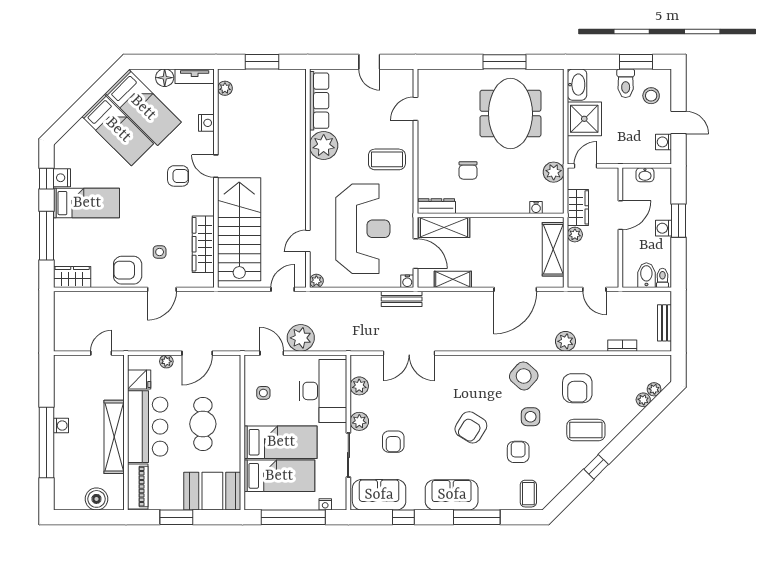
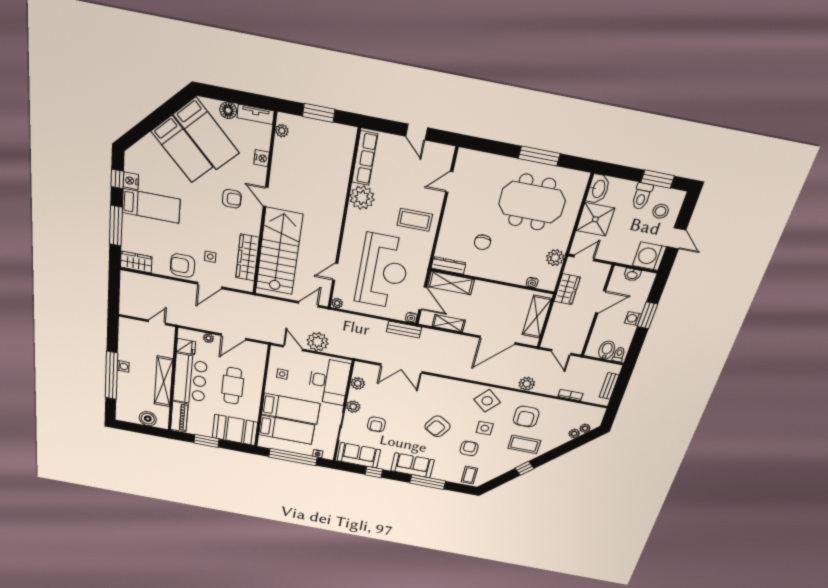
meeting table: (510, 113) -> (532, 202), turned 90
washing machine: (664, 142) -> (649, 256), width x1.89, depth x1.89
plant: (575, 235) -> (558, 309), removed

